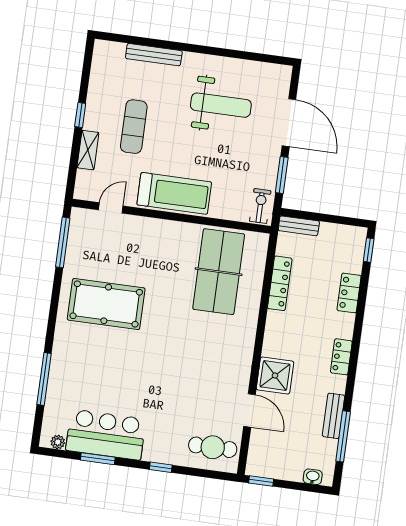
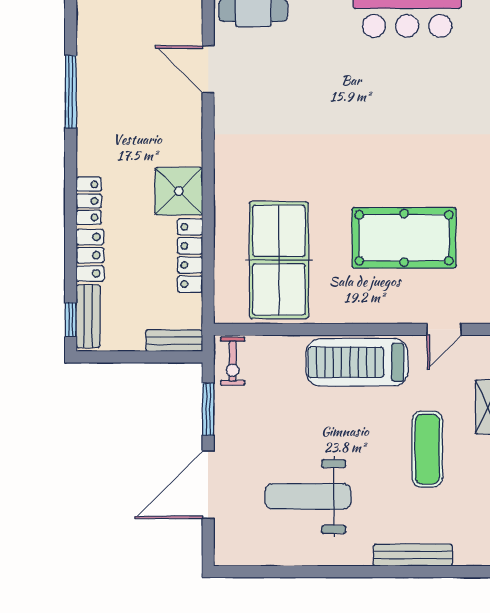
door: (289, 123) -> (208, 485), hinge flipped
pool table: (106, 304) -> (404, 238), moved
locker: (341, 357) -> (89, 201), moved
shower: (275, 375) -> (179, 191), moved
bench: (334, 416) -> (88, 316), moved
window: (343, 436) -> (71, 92), moved

